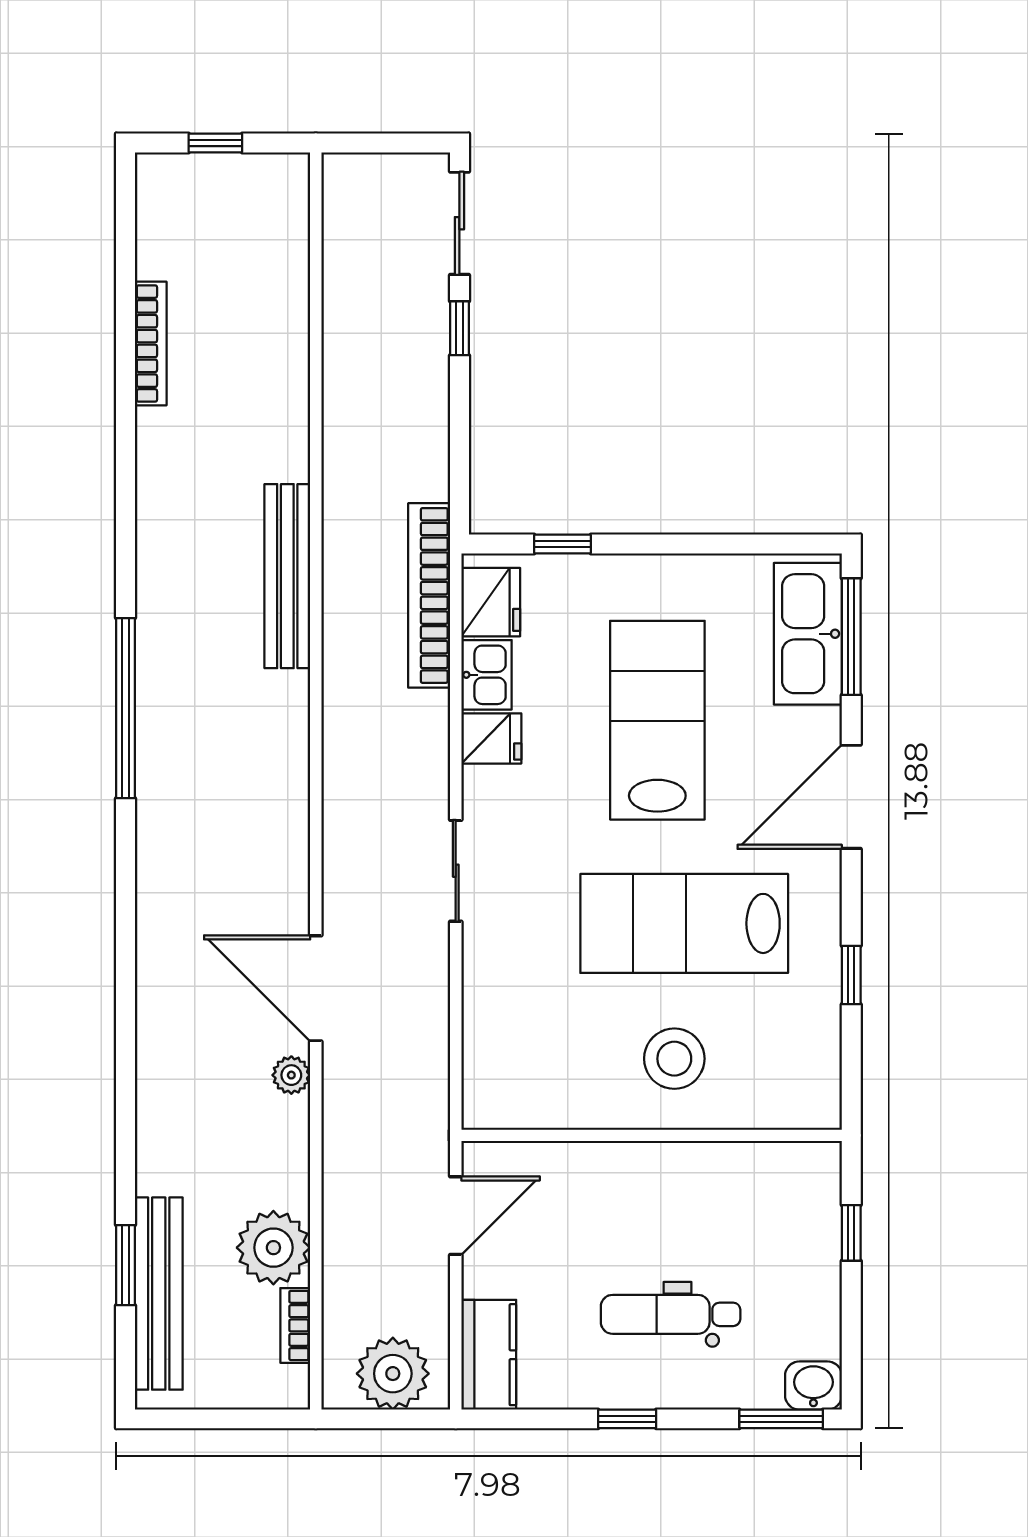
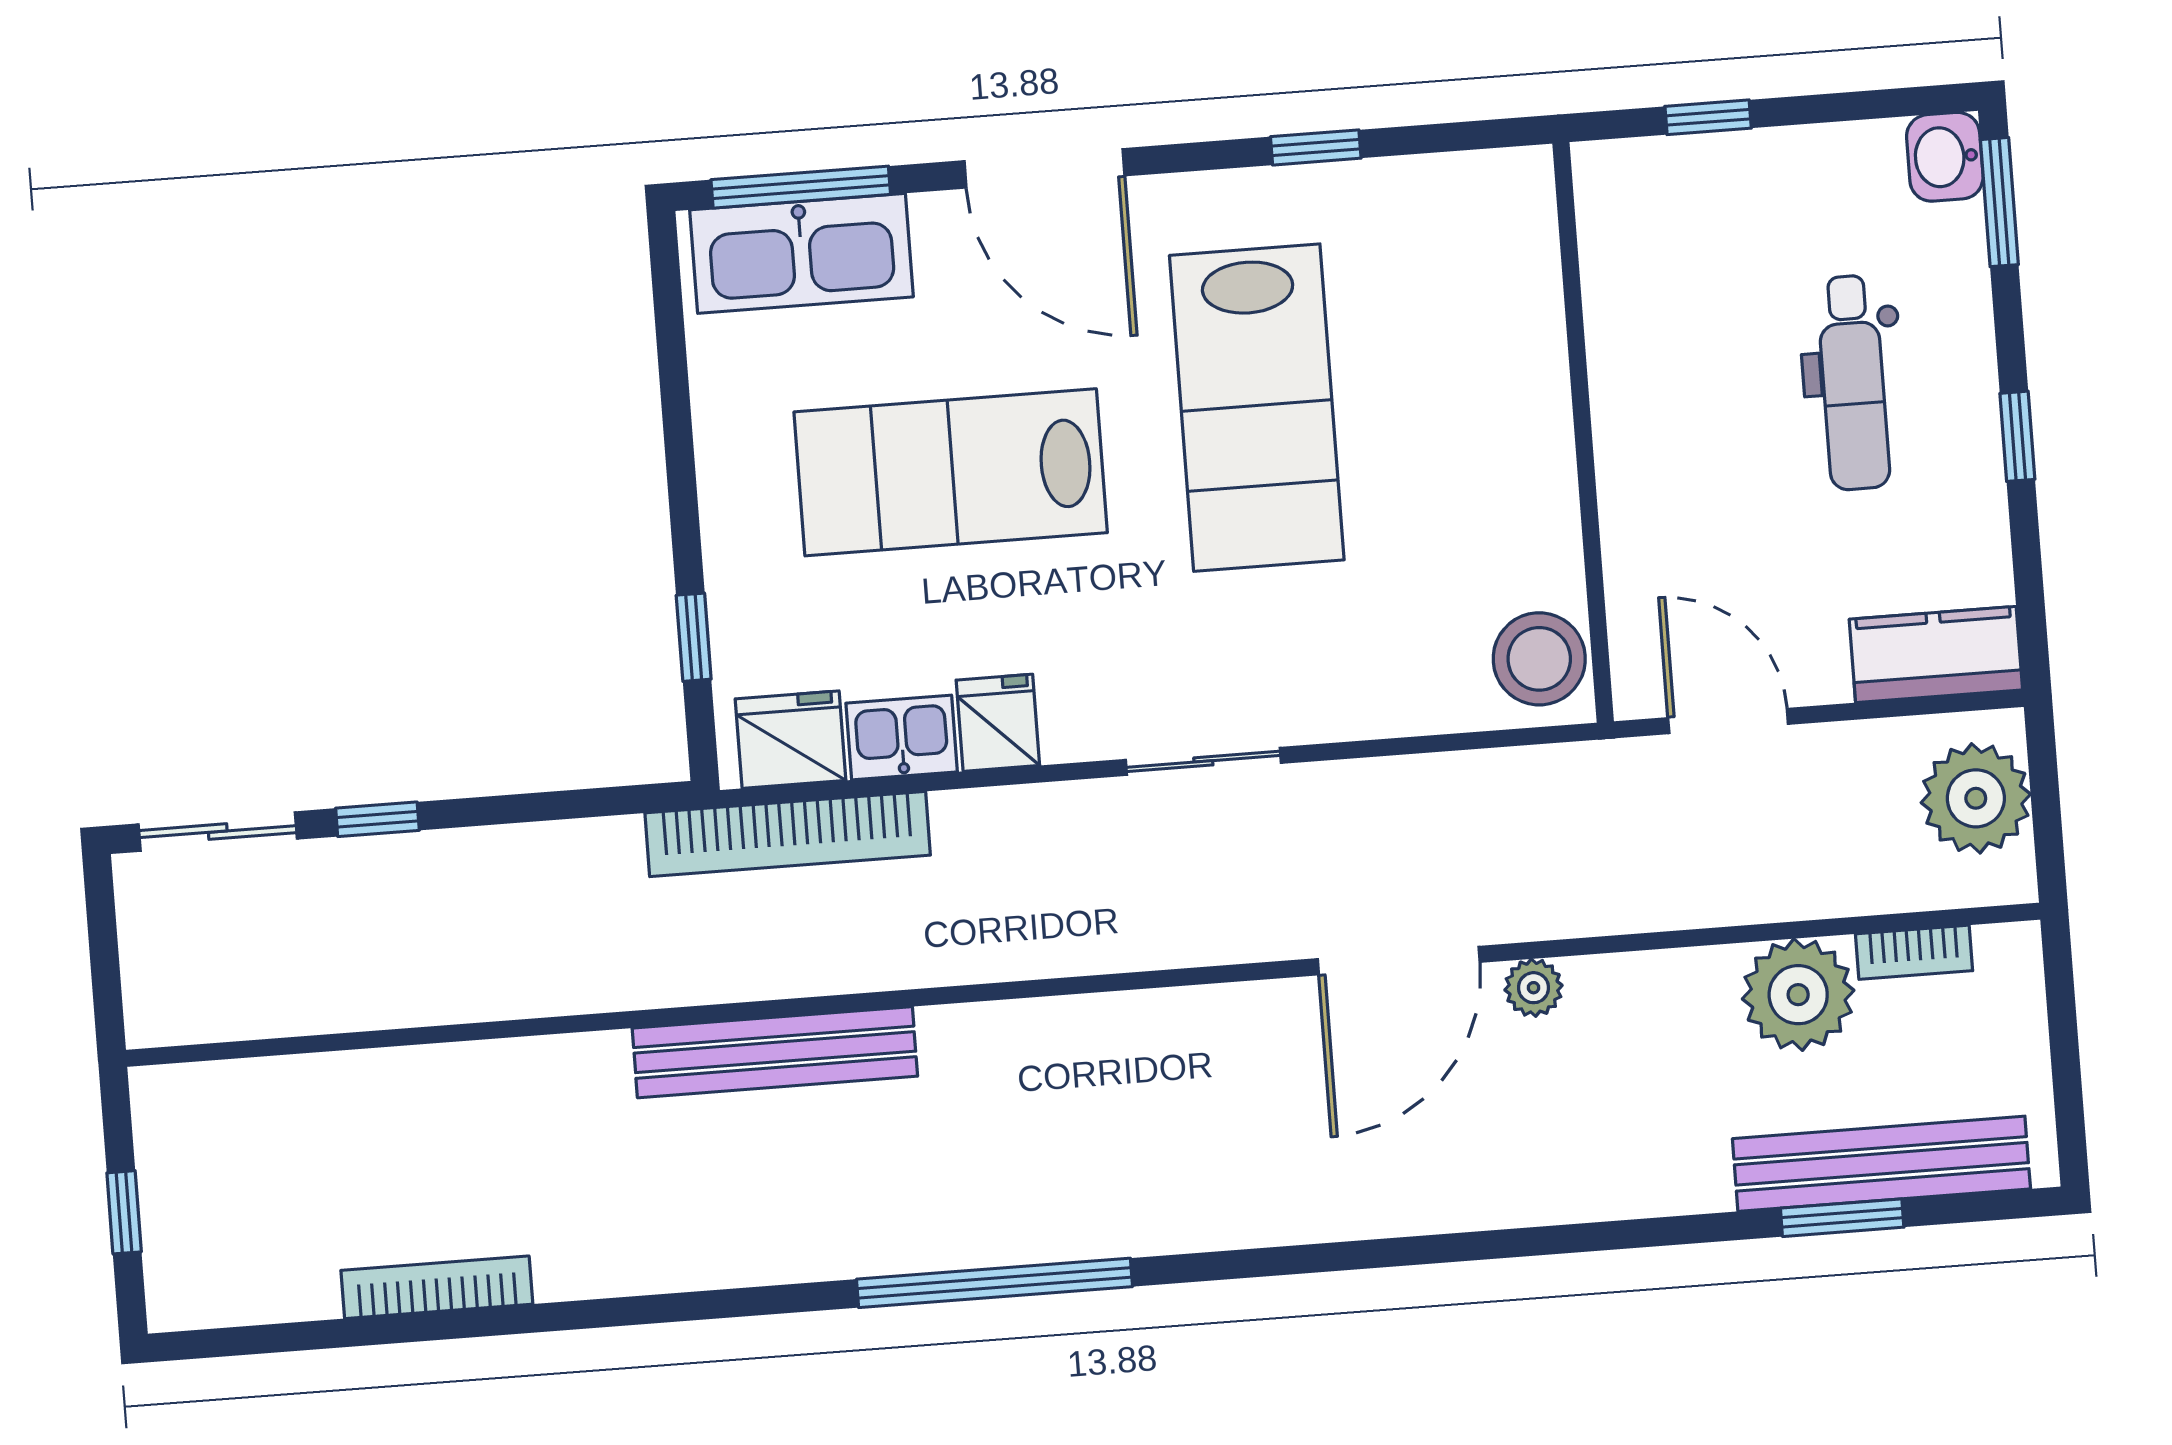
stool: (674, 1059) -> (1539, 659), moved

